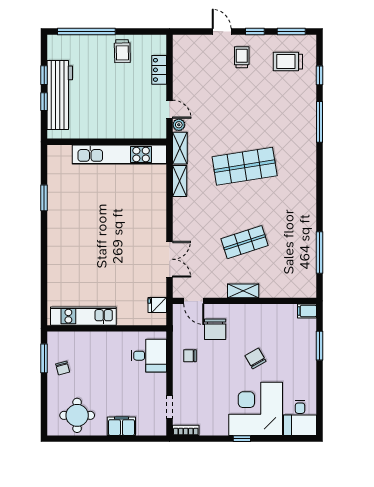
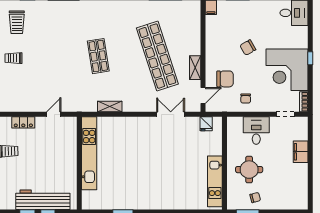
plant: (179, 125) -> (66, 107), removed
shelving: (180, 148) -> (84, 106), removed
shop shelf: (245, 166) -> (98, 56), width x0.70, depth x0.74
shop shelf: (245, 242) -> (157, 56), width x2.00, depth x1.36
shelving: (243, 291) -> (195, 68), moved
desk: (149, 356) -> (256, 131), moved
corner desk: (256, 409) -> (287, 70), moved
round table: (77, 415) -> (249, 170), moved

